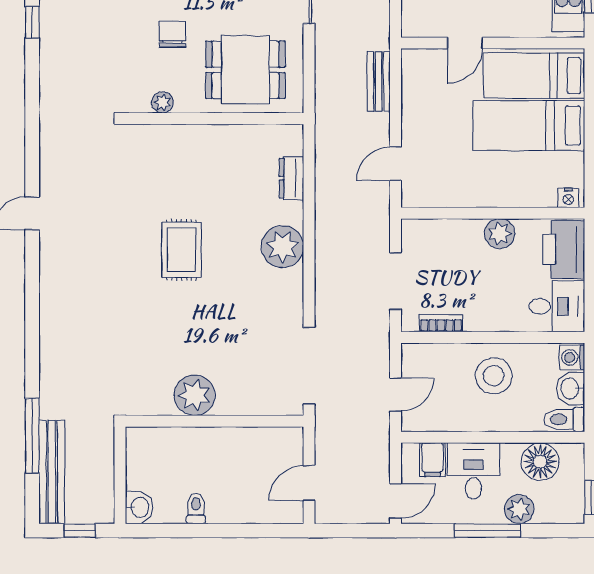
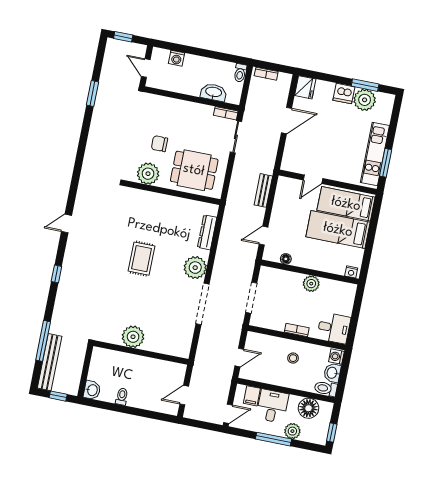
window: (32, 22) -> (56, 274), moved
chair: (172, 34) -> (159, 144), turned -90
plant: (162, 102) -> (148, 174), width x1.88, depth x1.88
dresser: (291, 178) -> (207, 232), width x1.44
floor lamp: (444, 198) -> (286, 259), added
printer: (564, 250) -> (343, 299), removed
bookcase: (441, 323) -> (297, 330), moved
doorway: (309, 366) -> (202, 304), moved
stool: (494, 376) -> (293, 358), width x0.53, depth x0.53

